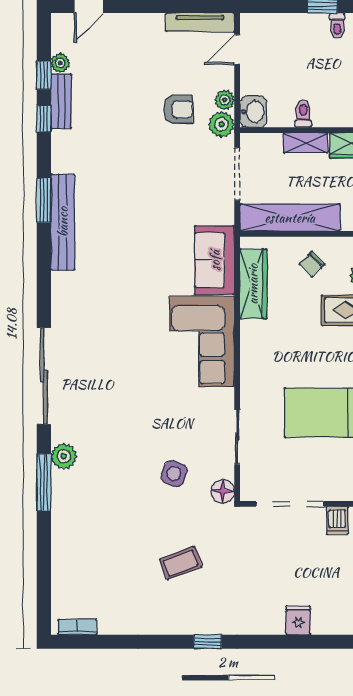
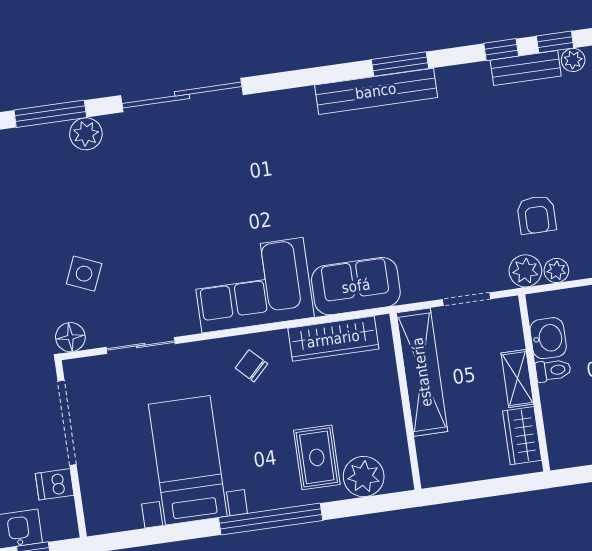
washbasin: (253, 112) -> (548, 338), moved, turned -90
doorway: (237, 174) -> (467, 299), width x0.73
chair: (312, 264) -> (252, 366), moved

